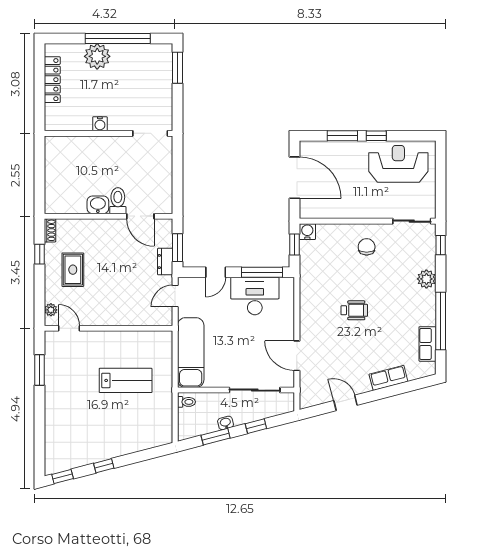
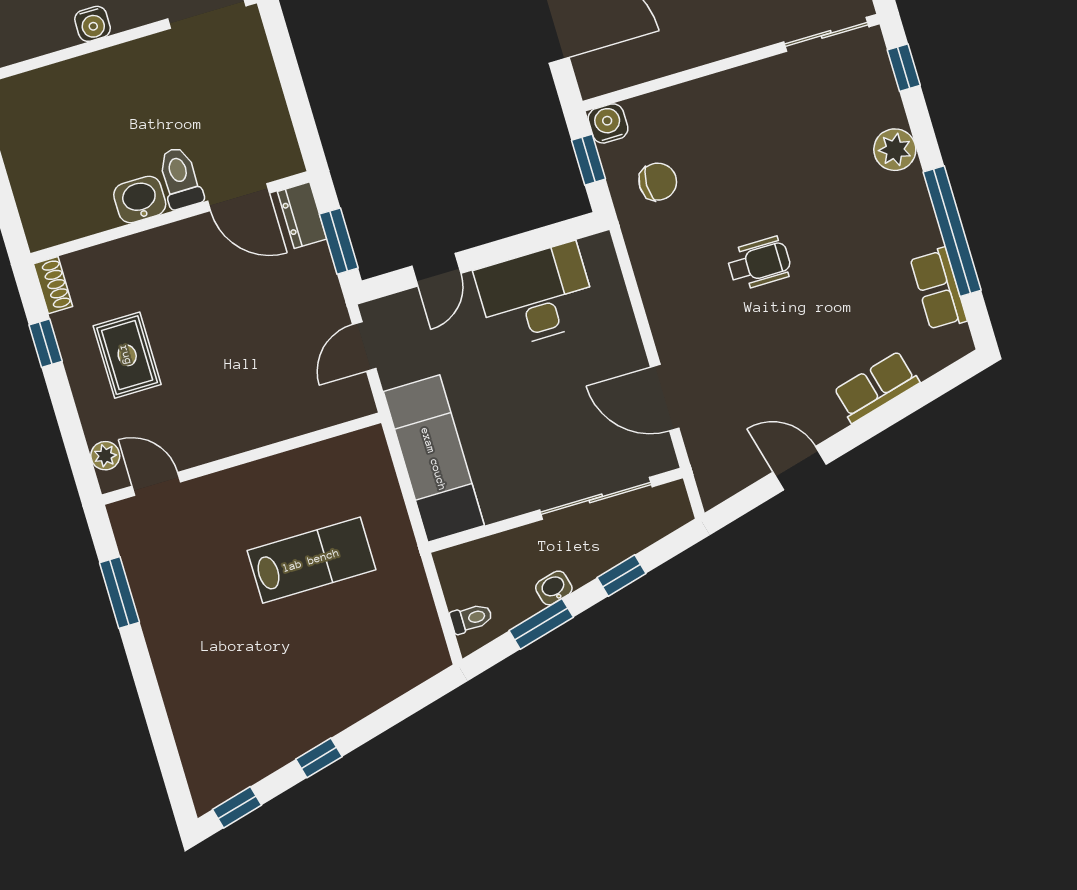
chair: (367, 247) -> (658, 182), moved, turned 90
dresser: (165, 262) -> (302, 215), moved
window: (262, 272) -> (536, 240), removed
toilet: (186, 402) -> (471, 618), moved

